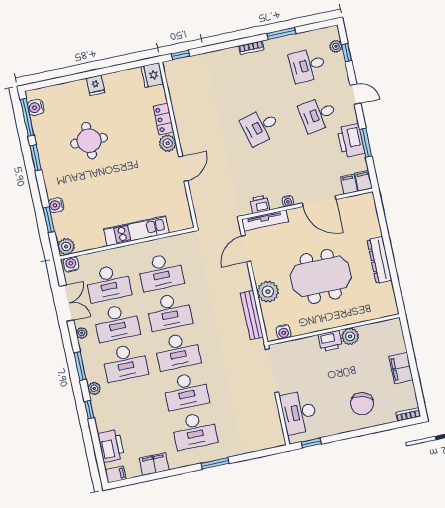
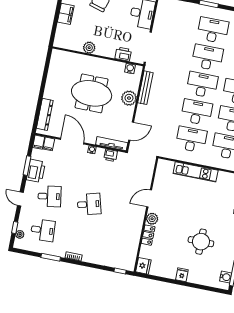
dresser: (379, 260) -> (45, 114), moved
printer: (330, 341) -> (123, 54), moved

